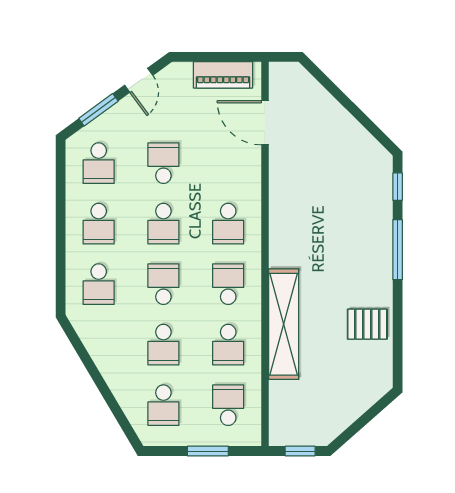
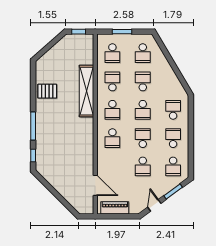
school desk: (99, 163) -> (173, 166), turned 180
school desk: (228, 224) -> (112, 138), turned 180
school desk: (163, 405) -> (143, 53), turned 180

